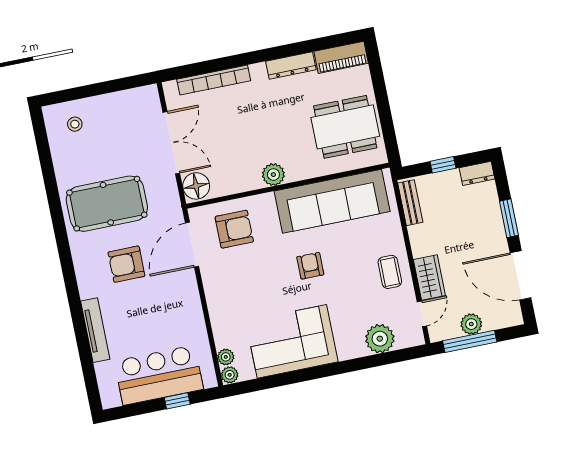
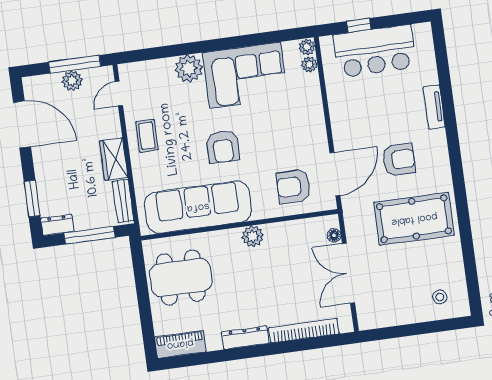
dresser: (291, 65) -> (245, 338), moved
window: (443, 165) -> (89, 235), width x2.17
floor lamp: (196, 186) -> (334, 235), width x0.53, depth x0.53
window: (509, 218) -> (32, 199), moved
armchair: (310, 266) -> (223, 147), width x1.38, depth x1.38
wardrobe: (429, 278) -> (114, 159), moved
tv unit: (95, 330) -> (434, 107), width x0.71
plant: (380, 339) -> (189, 69), moved

